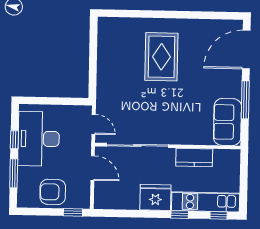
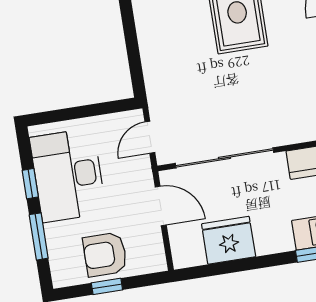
door: (94, 124) -> (150, 137), swing flipped
fridge: (155, 197) -> (229, 240), moved
window: (73, 212) -> (107, 286), moved

